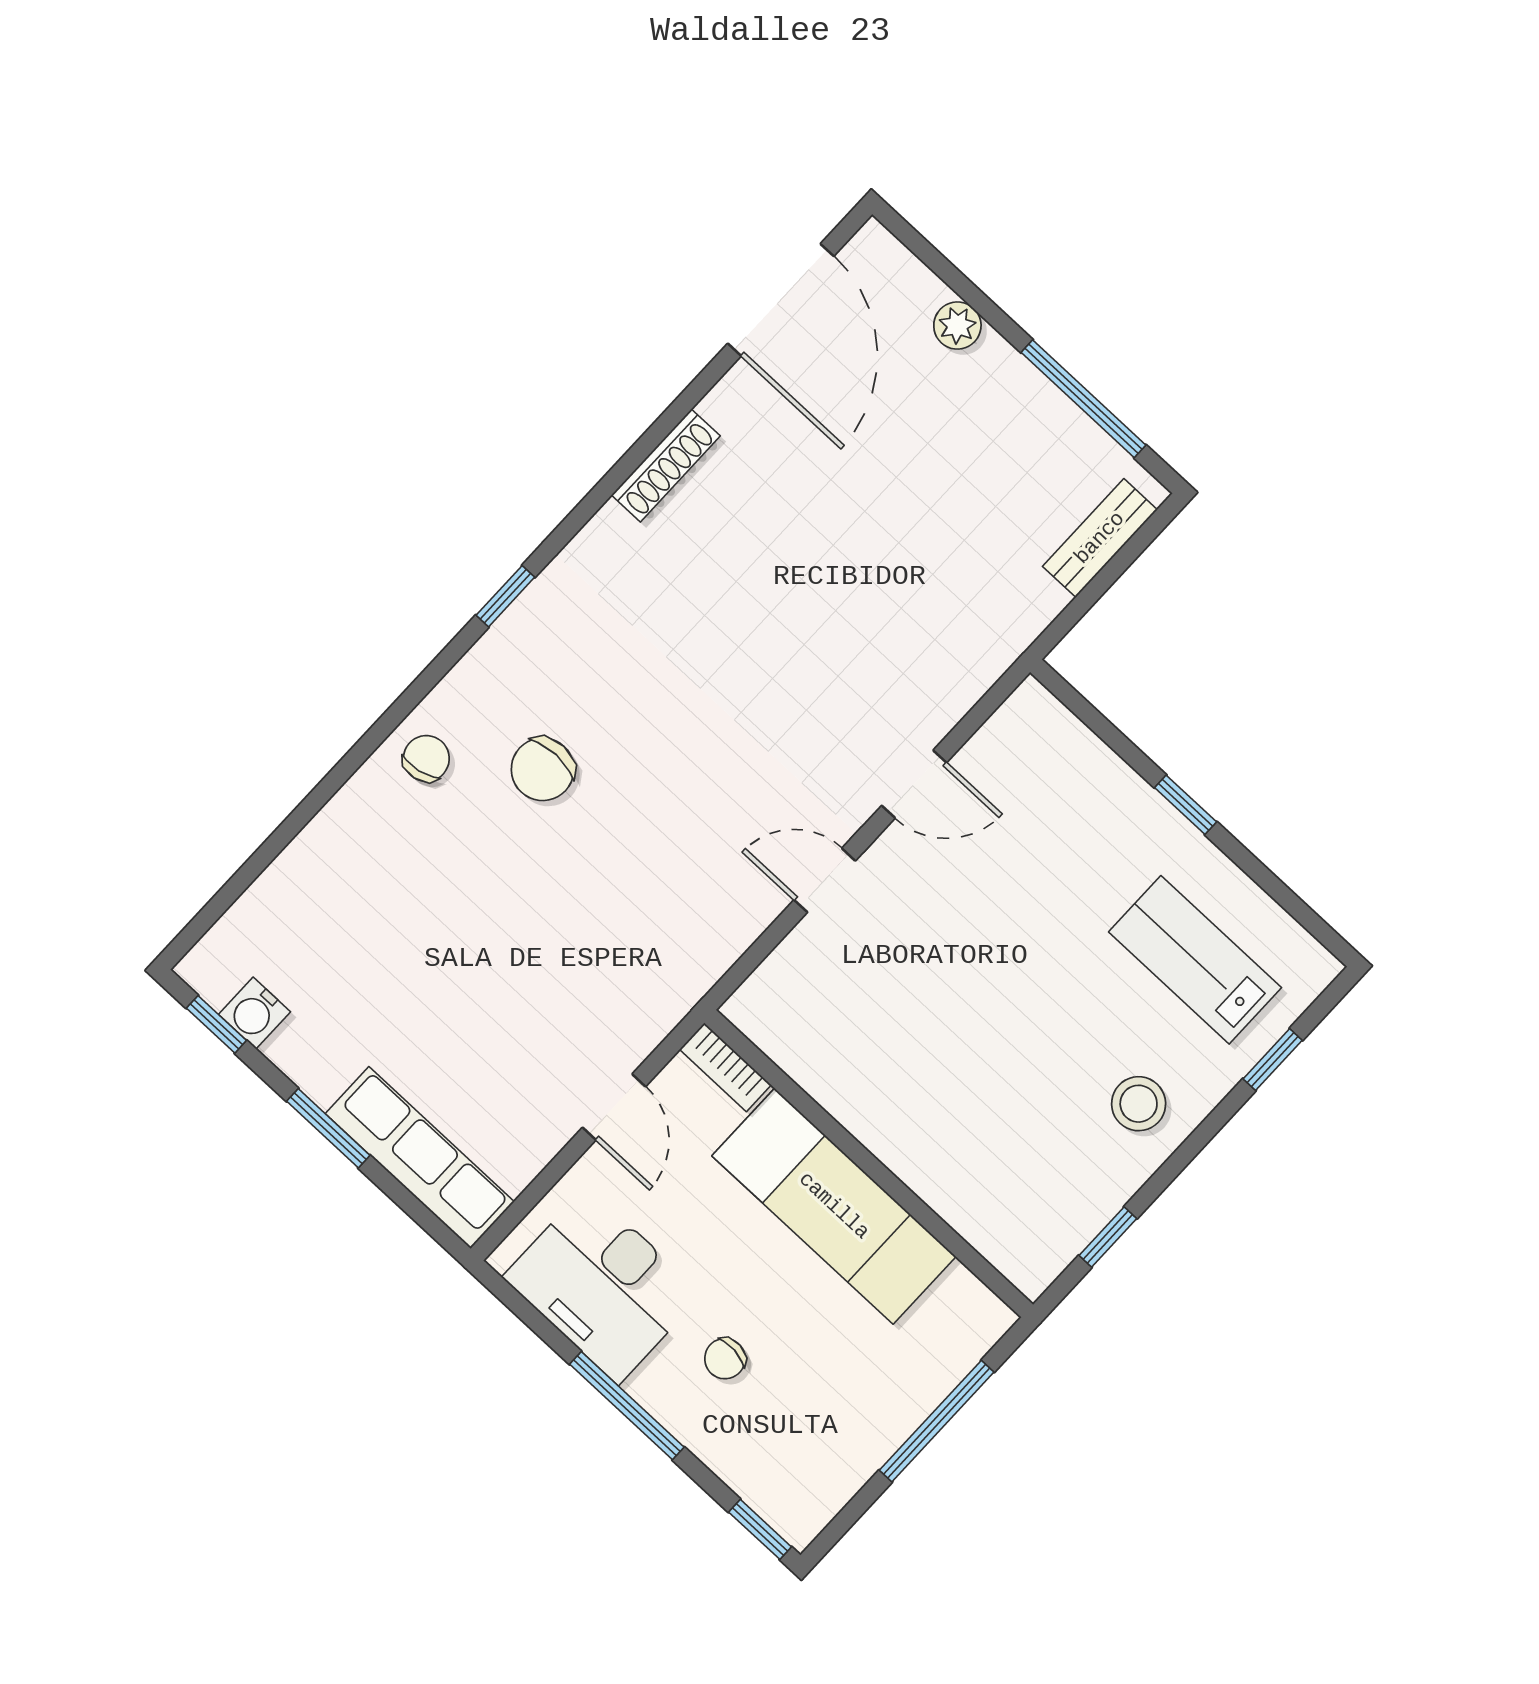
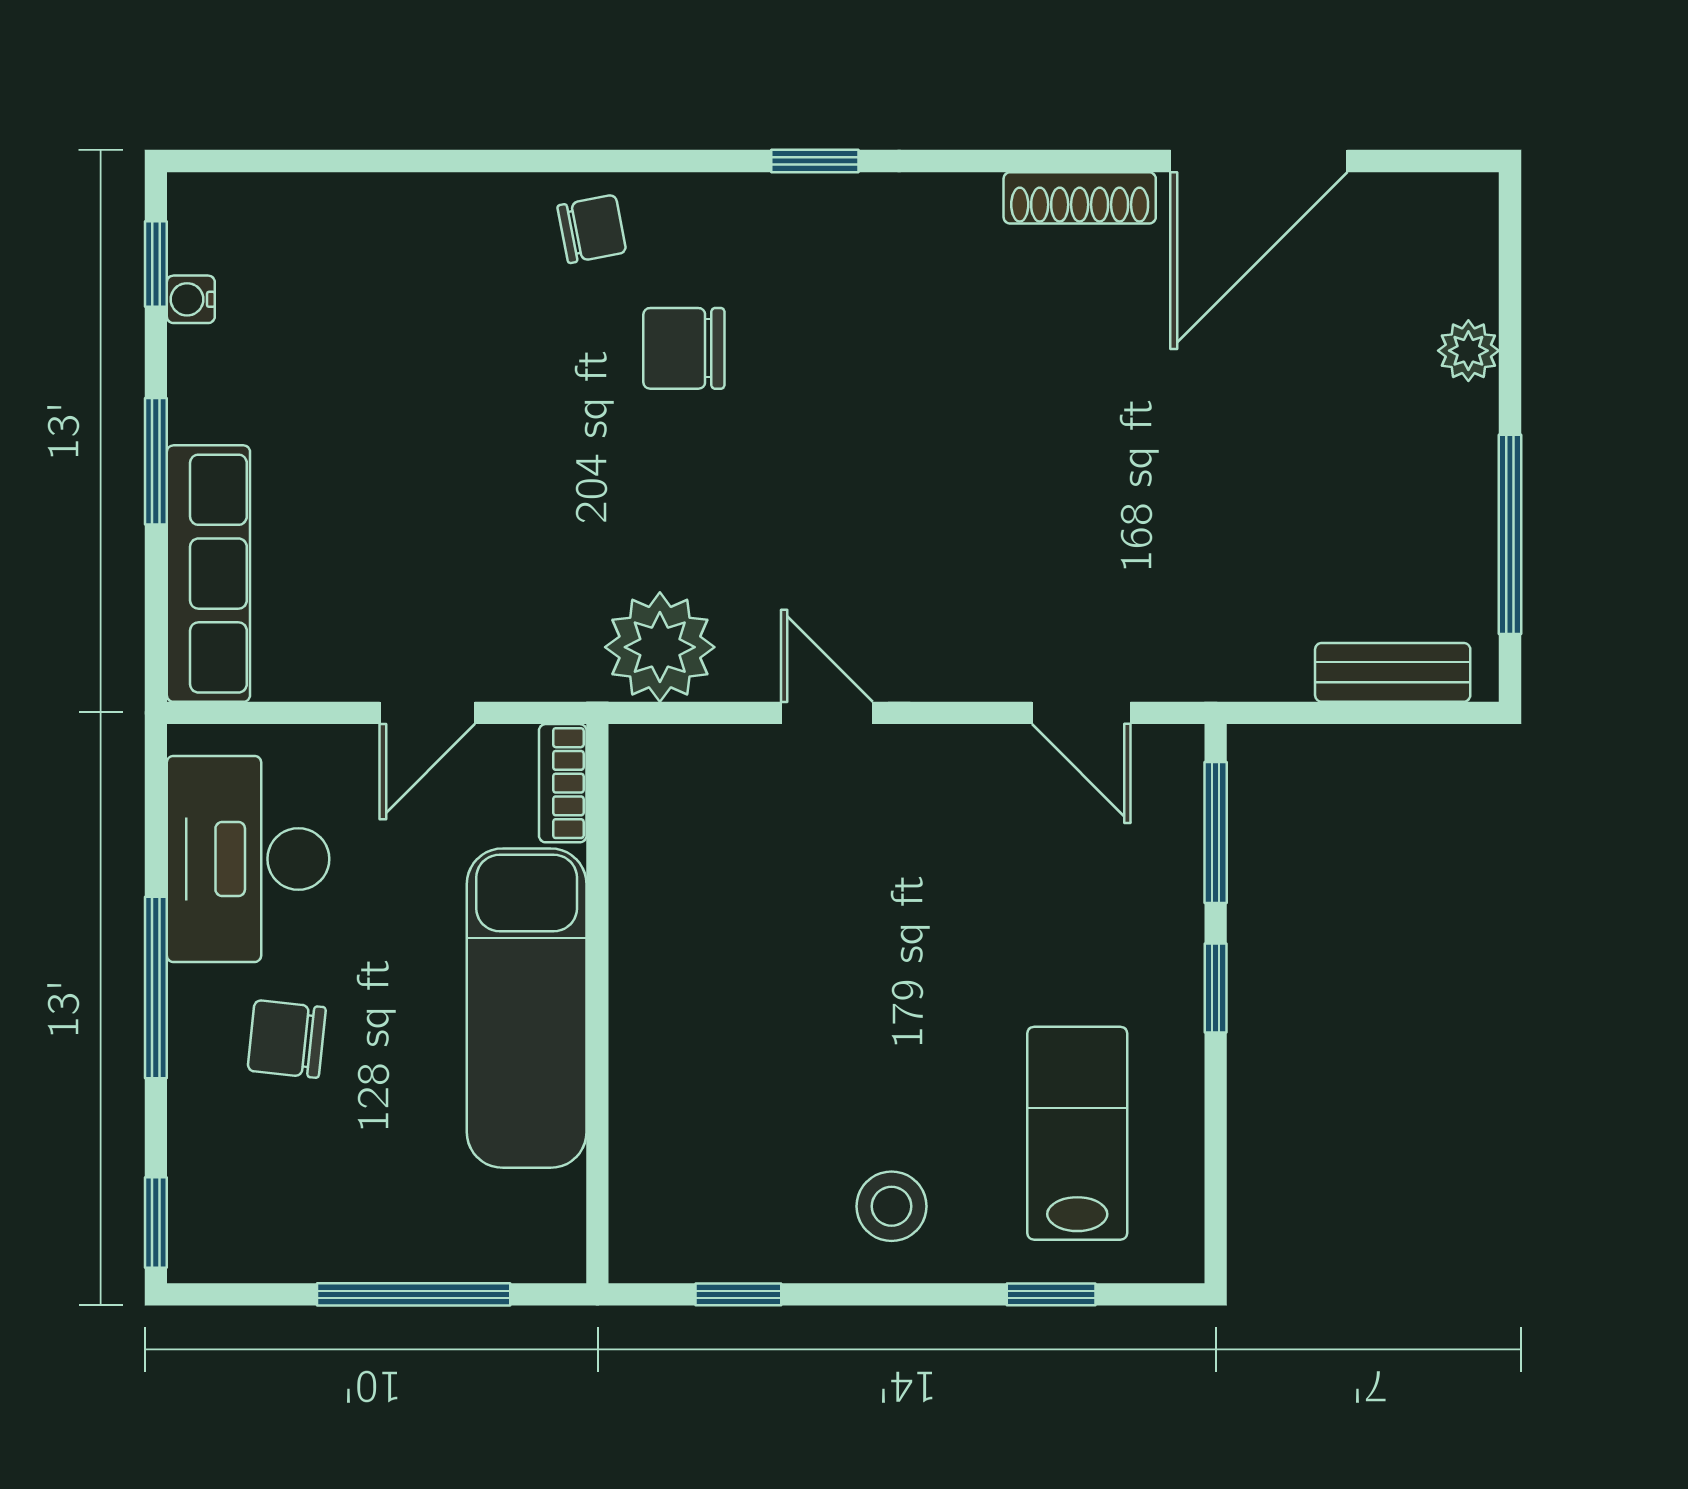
door: (781, 300) -> (1259, 161), moved
window: (1097, 723) -> (1216, 833), added
door: (914, 784) -> (1081, 713), moved
plant: (699, 940) -> (660, 647), added
water cooler: (255, 1013) -> (191, 299), width x0.72, depth x0.72
chair: (725, 1359) -> (287, 1039), width x1.37, depth x1.37

